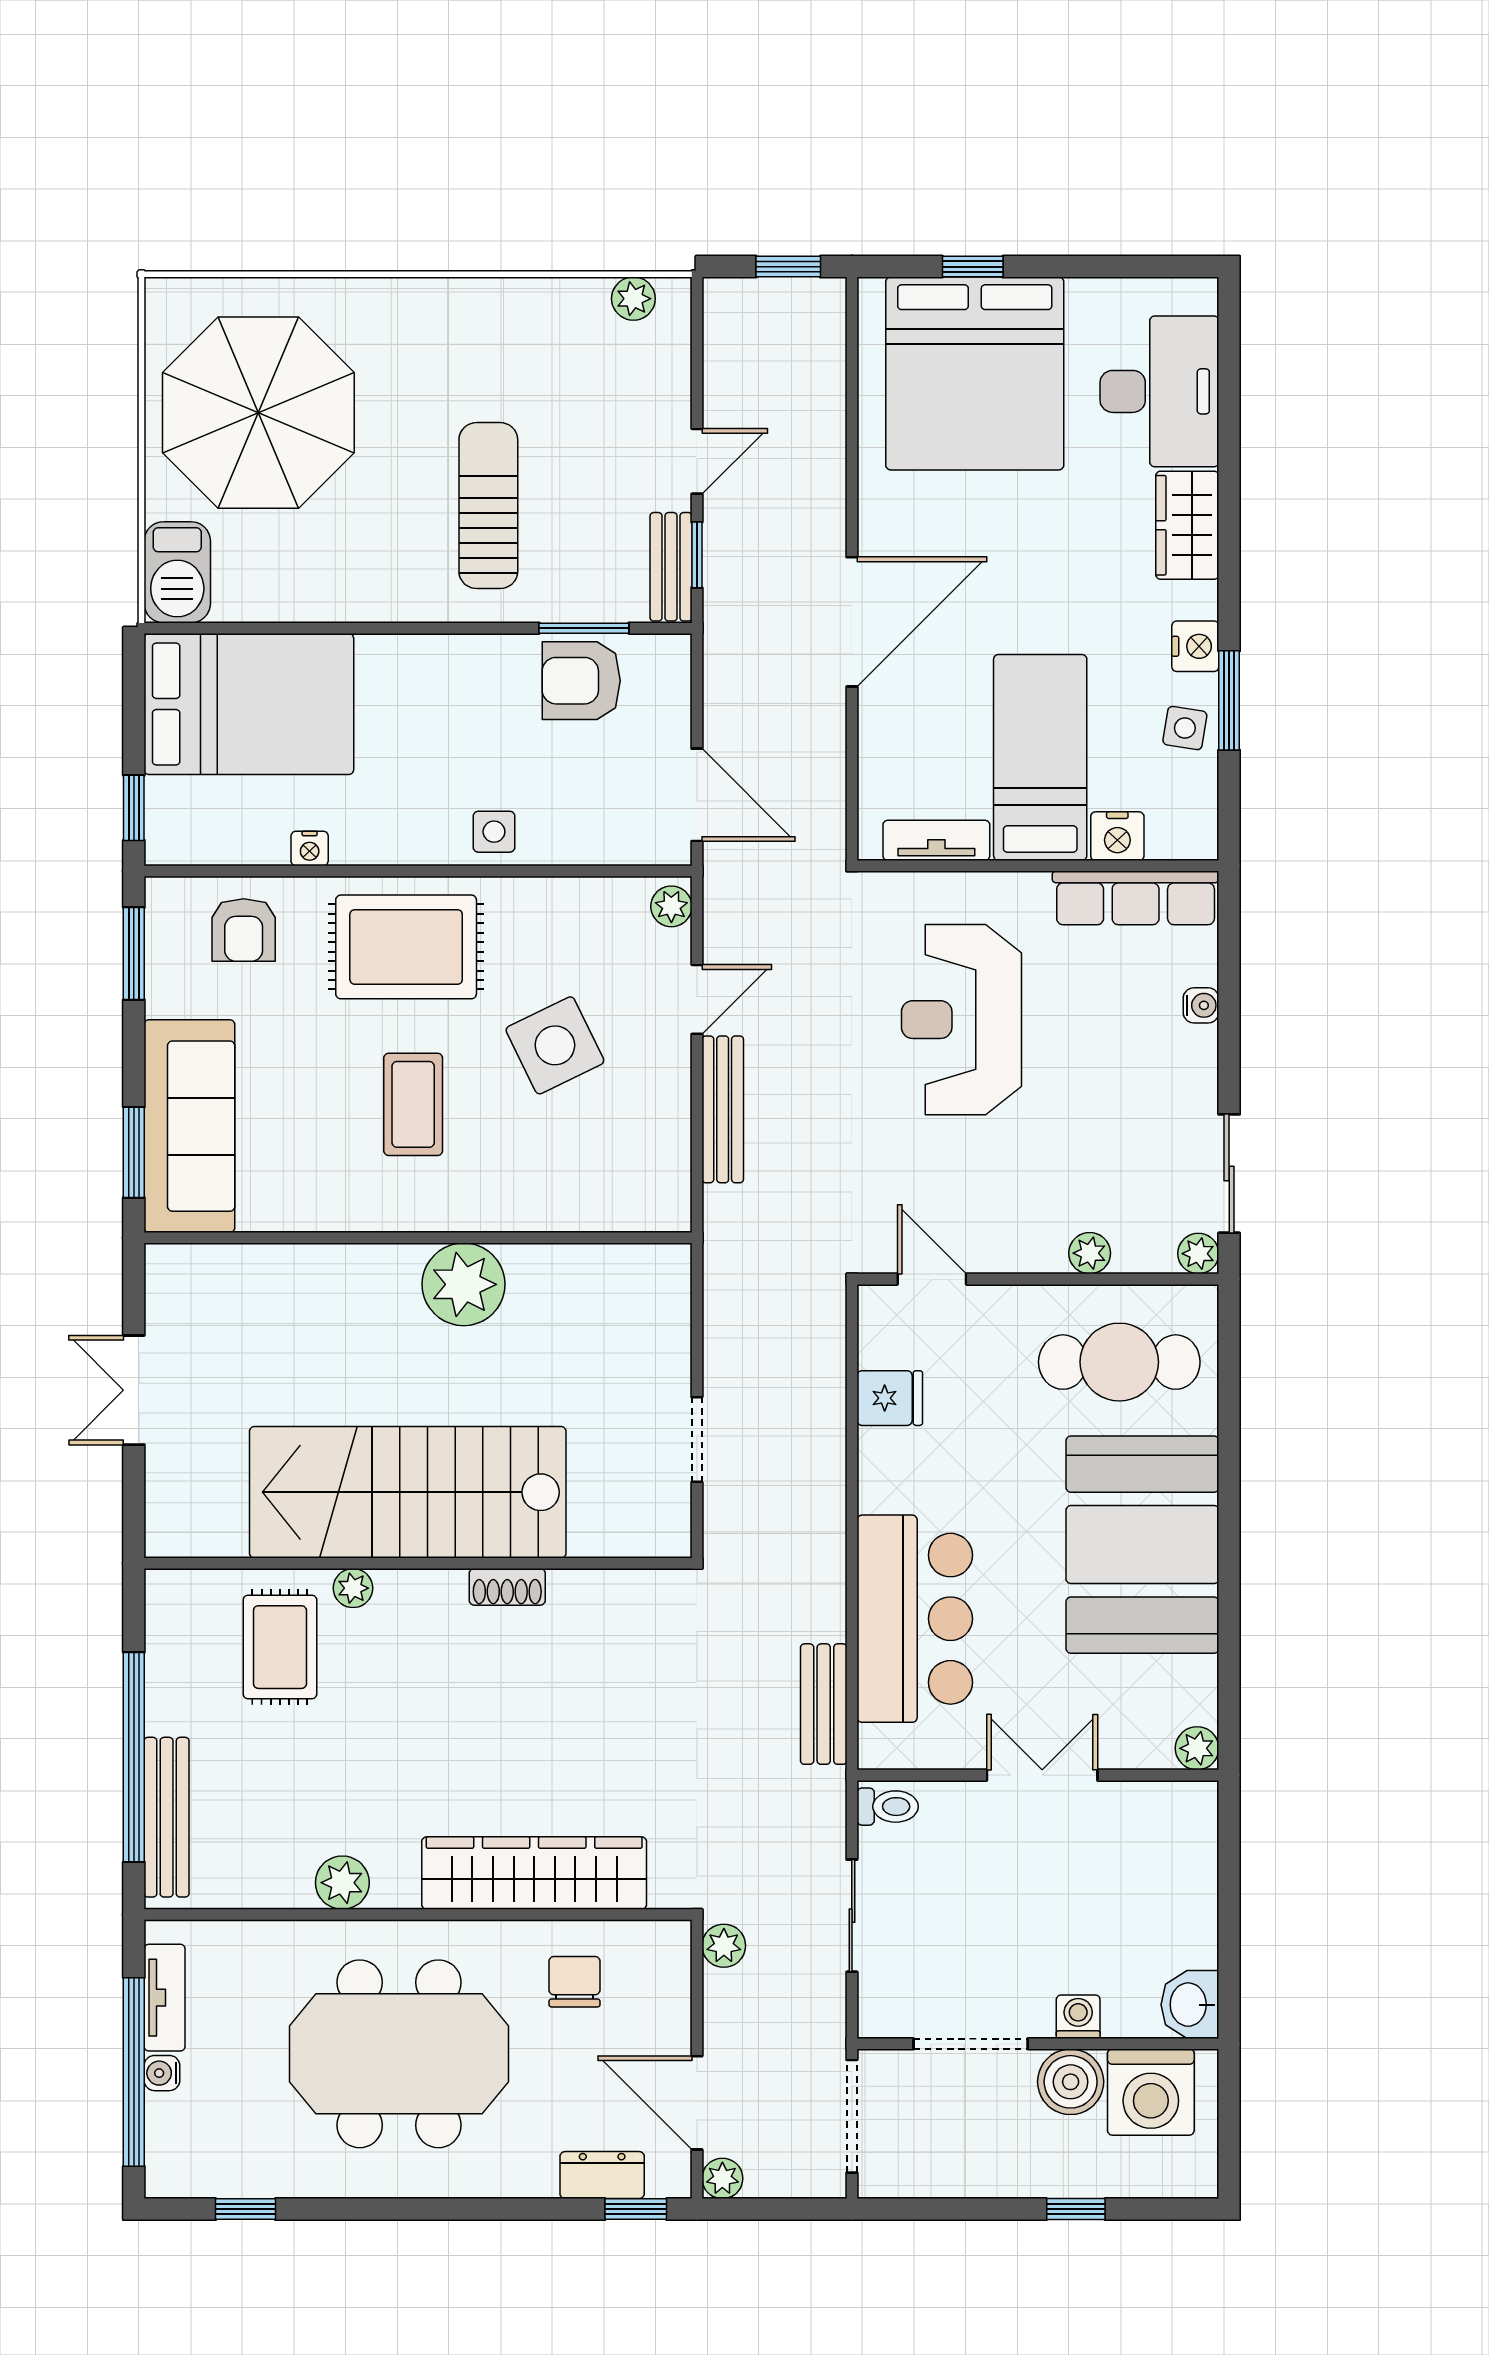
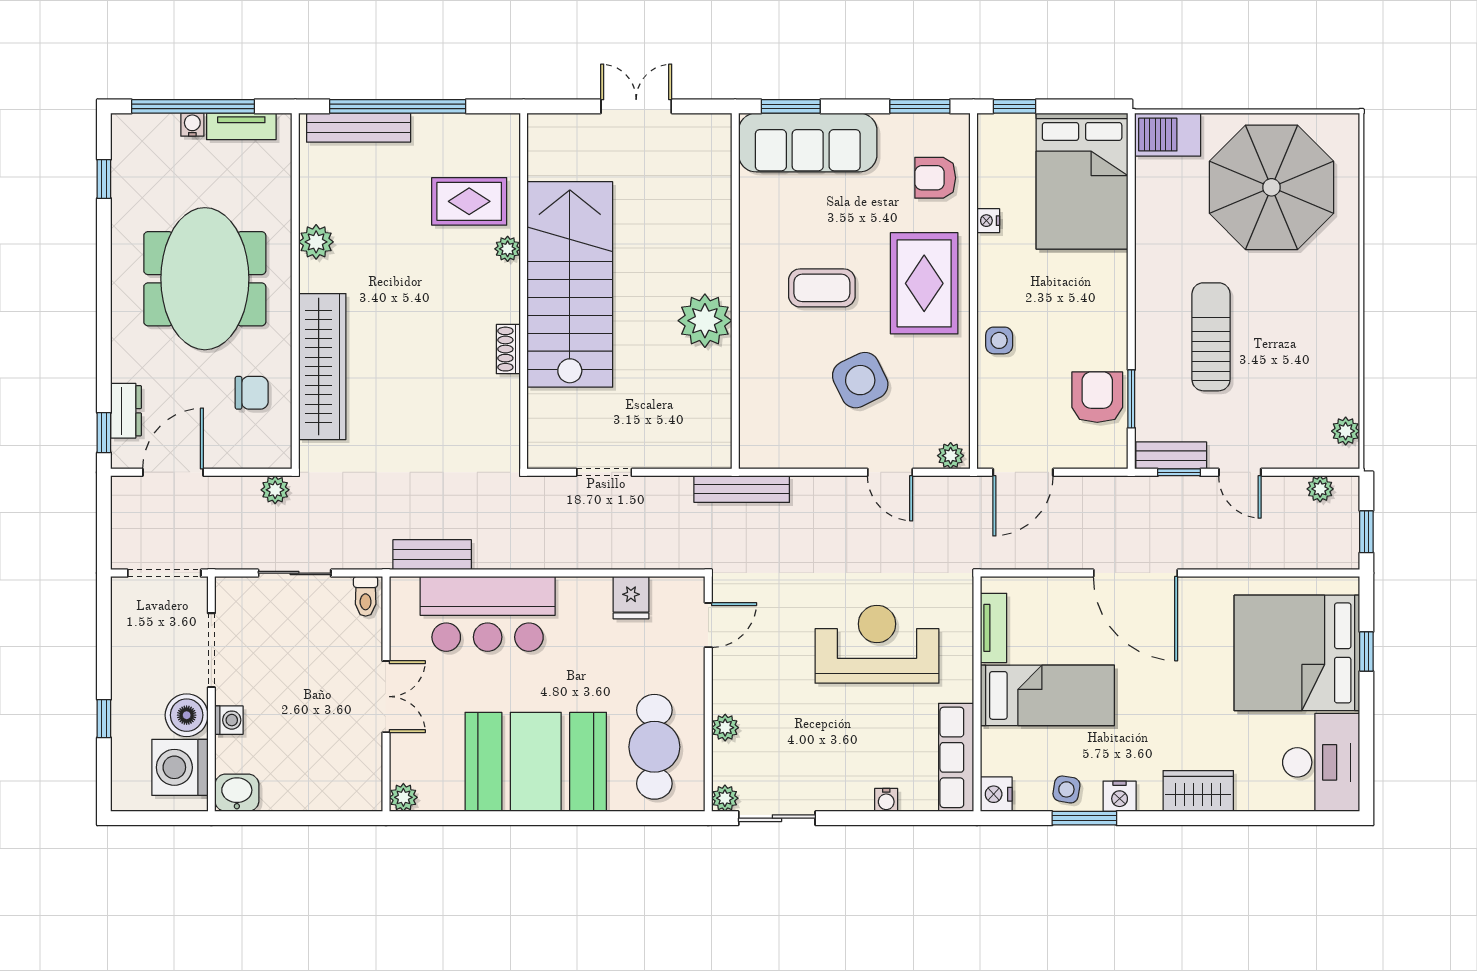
desk: (1159, 391) -> (1321, 762), moved, turned -90
sun lounger: (488, 506) -> (1211, 337), turned -90
nightstand: (1117, 836) -> (996, 794), moved
bench: (723, 1109) -> (742, 489), moved
plant: (722, 2178) -> (1320, 489), moved

